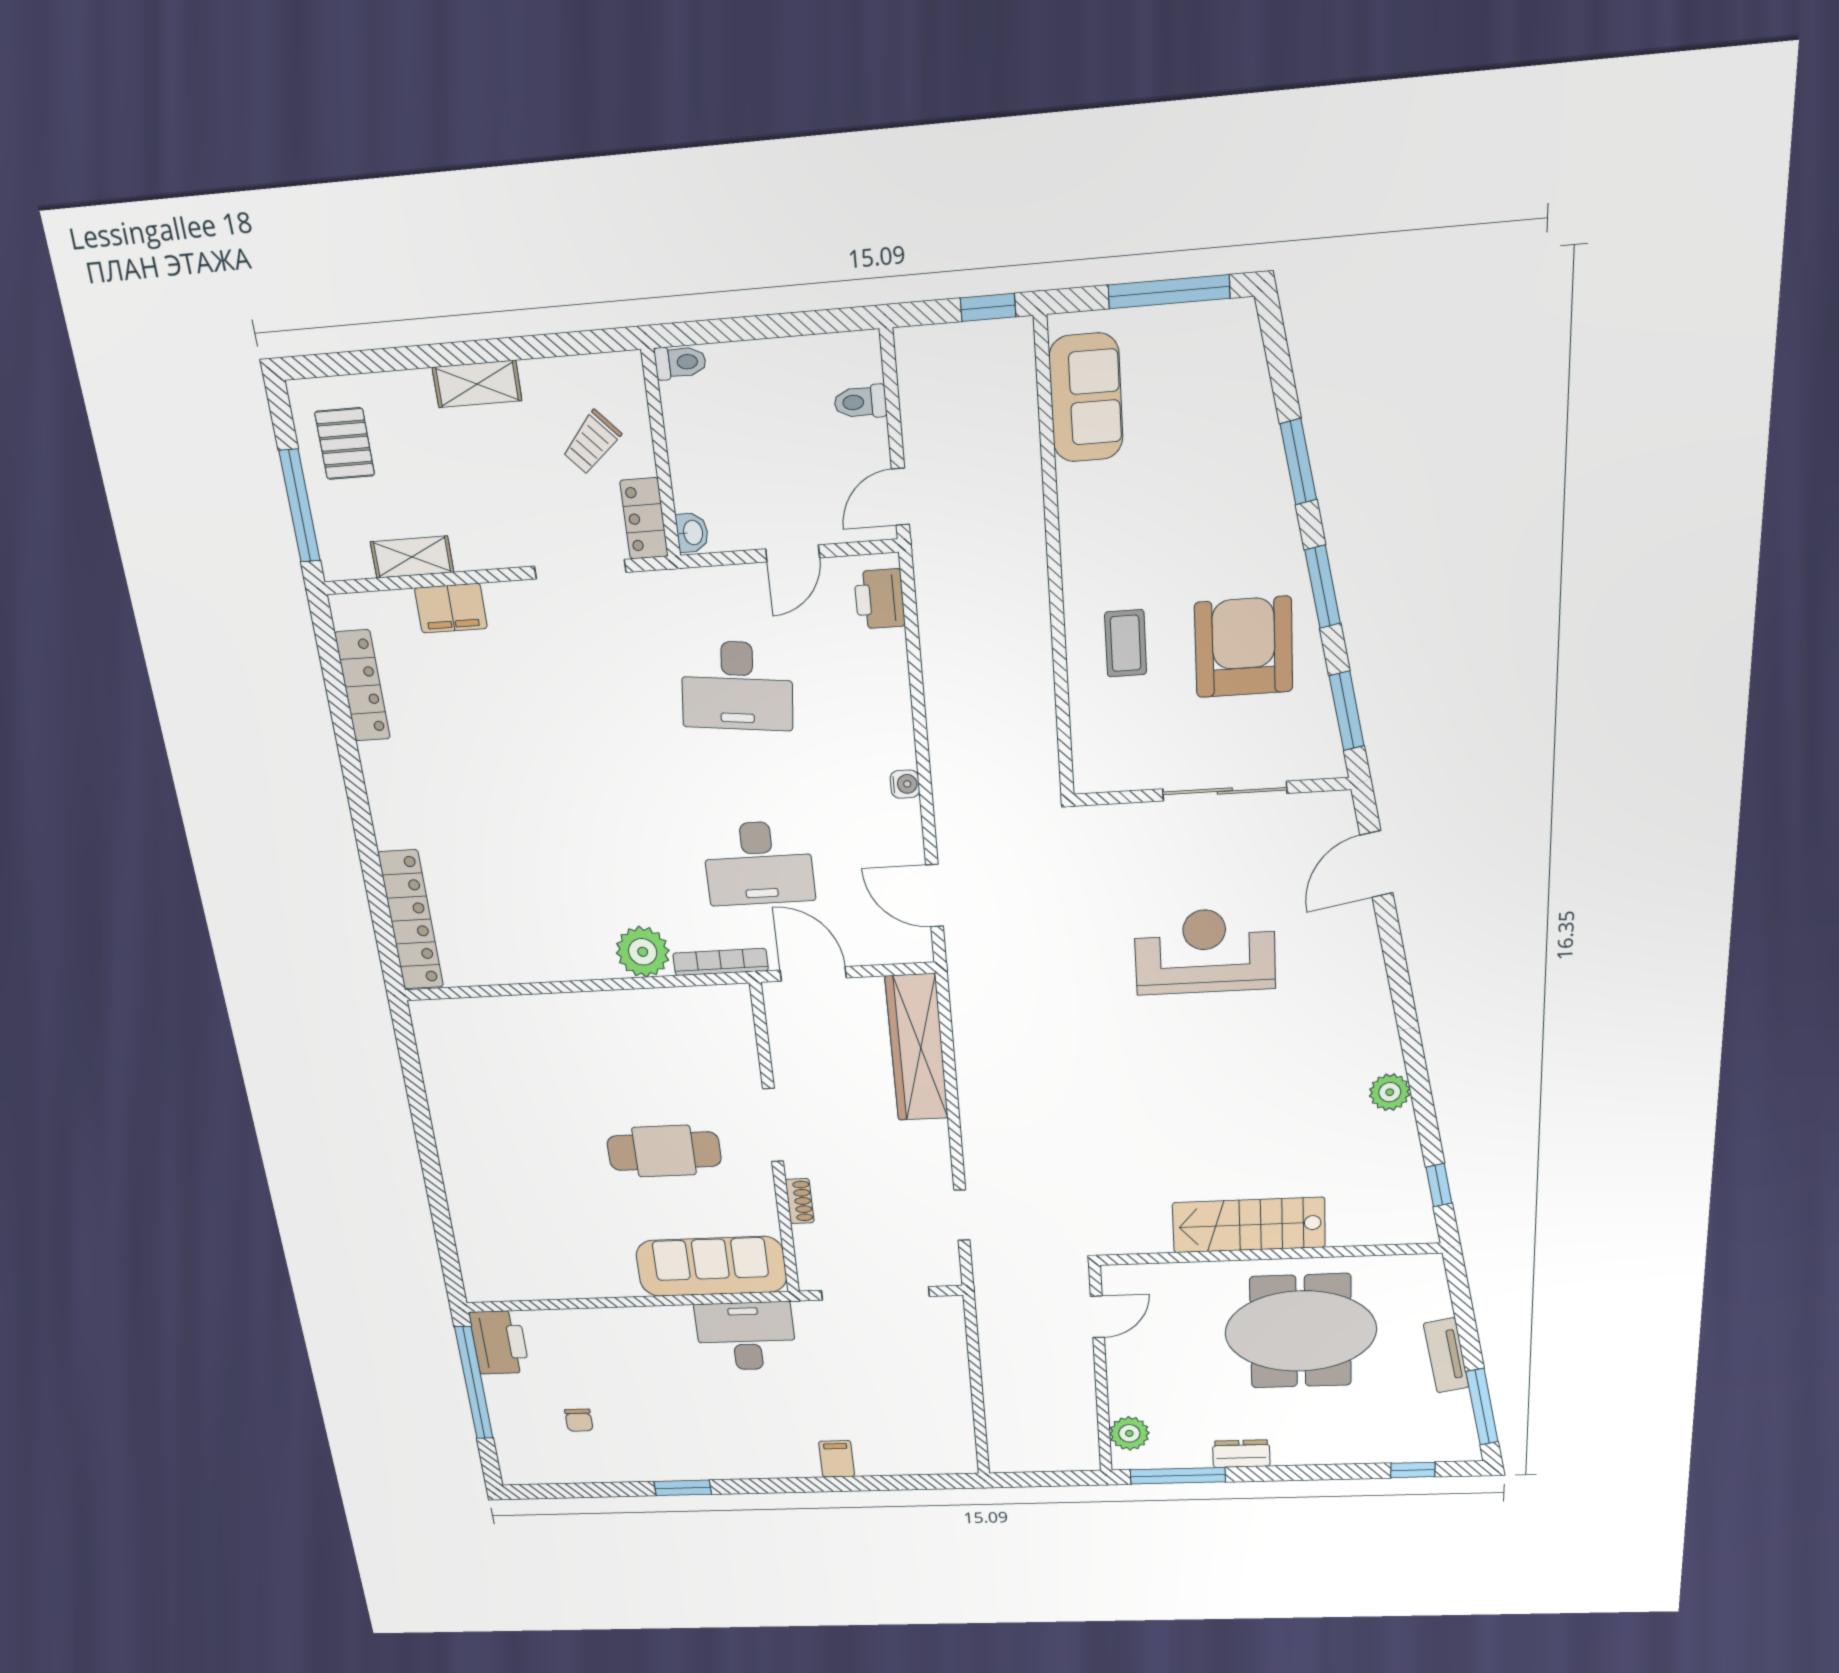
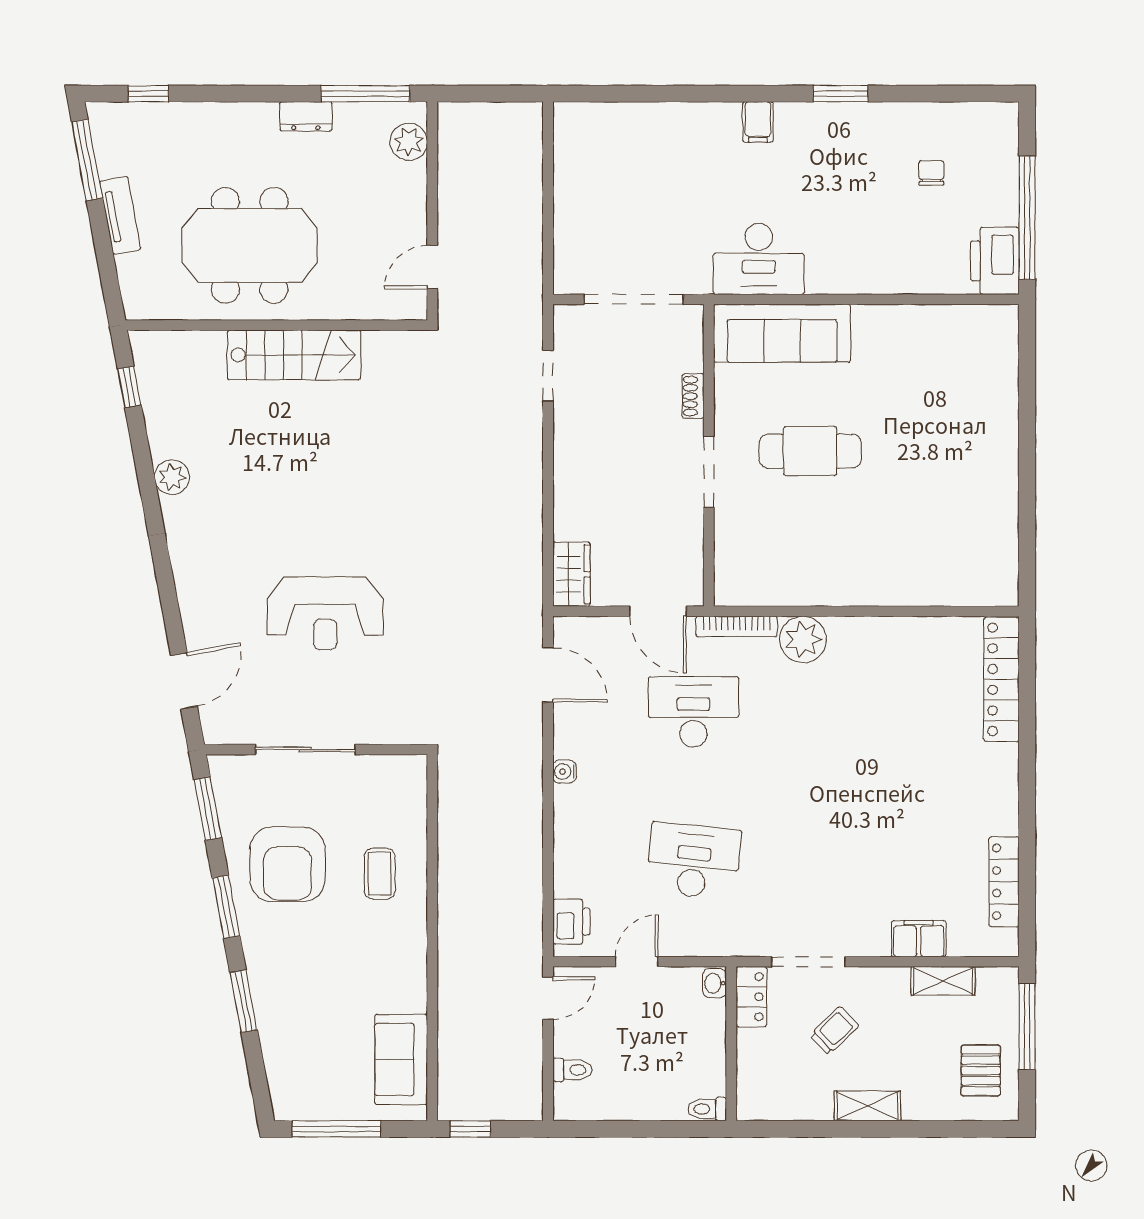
trolley: (592, 443) -> (834, 1031), moved
wardrobe: (917, 1048) -> (571, 574), width x0.48, depth x0.85
filing cabinet: (837, 1459) -> (758, 122), moved

